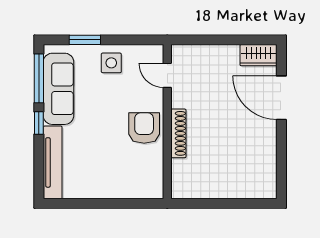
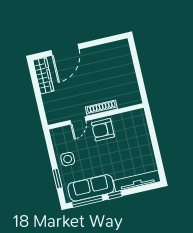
wardrobe: (258, 55) -> (43, 76), width x1.50
door: (167, 75) -> (78, 121), moved

